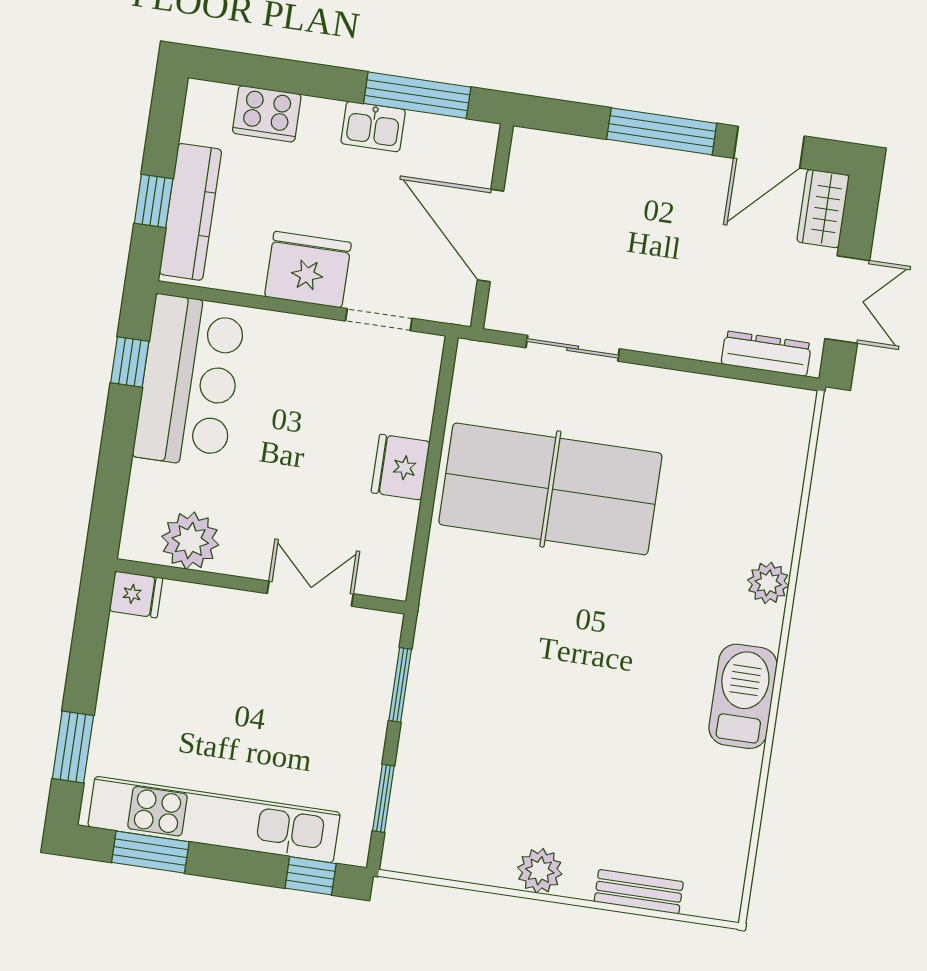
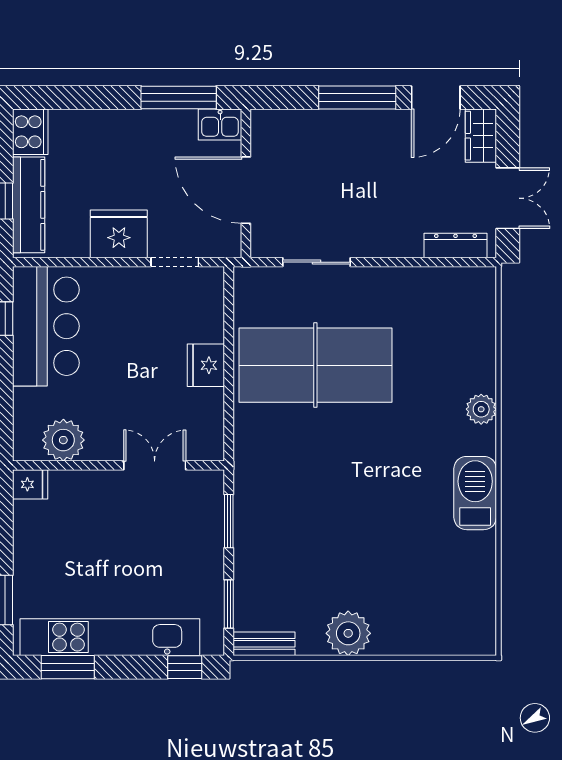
cooker: (267, 114) -> (30, 132), moved, turned -90
kitchen sink: (373, 127) -> (220, 125), moved
plant: (540, 871) -> (348, 633), width x1.36, depth x1.36
bench: (639, 892) -> (264, 644), moved

